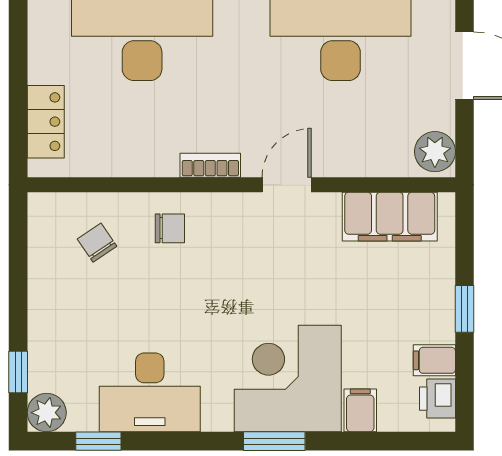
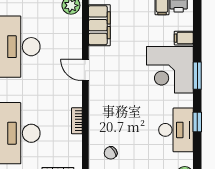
bookcase: (210, 165) -> (77, 121), moved
chair: (170, 228) -> (104, 121), removed
window: (98, 441) -> (197, 122), moved

